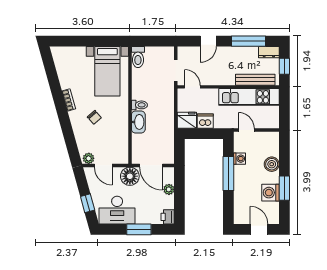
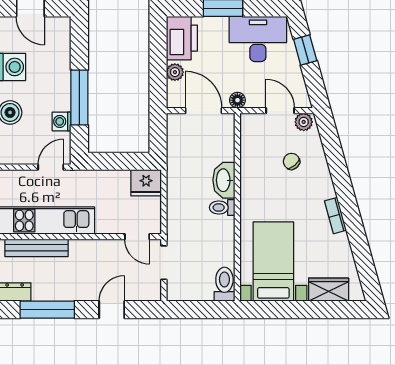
wardrobe: (73, 54) -> (329, 290), added
chair: (94, 117) -> (291, 161), moved
dishwasher: (205, 121) -> (117, 182), removed
door: (246, 130) -> (51, 167), swing flipped
floor lamp: (130, 176) -> (237, 100), width x0.53, depth x0.53
printer: (168, 217) -> (182, 38), width x1.87, depth x1.48

